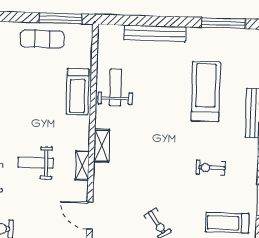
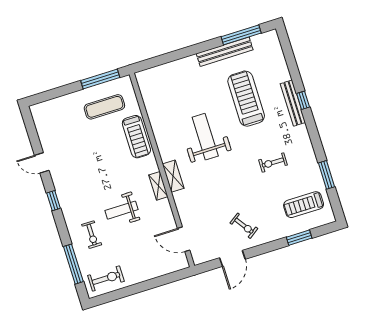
bench: (155, 33) -> (225, 52), moved
exercise mat: (42, 39) -> (104, 107), moved
weight bench: (115, 87) -> (205, 137), moved, width x1.36, depth x1.33
shelving: (82, 165) -> (158, 186), moved

